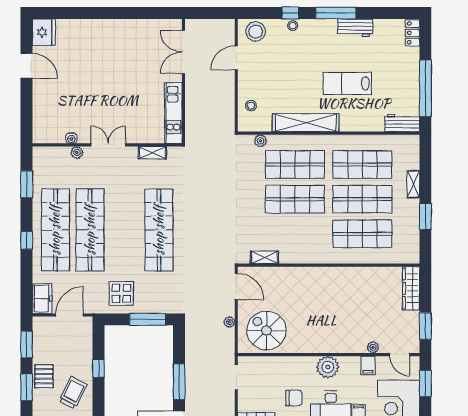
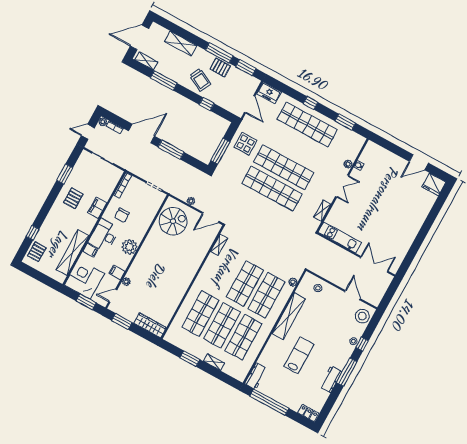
shop shelf: (90, 230) -> (284, 167), moved
window: (27, 387) -> (219, 53), width x1.44

